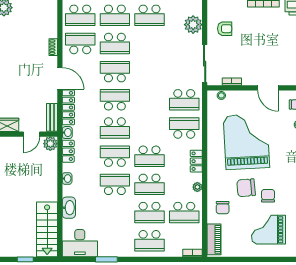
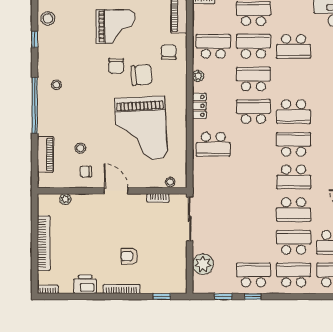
armchair: (225, 29) -> (129, 256), moved
school desk: (184, 100) -> (213, 177), removed
school desk: (115, 184) -> (294, 46), moved

